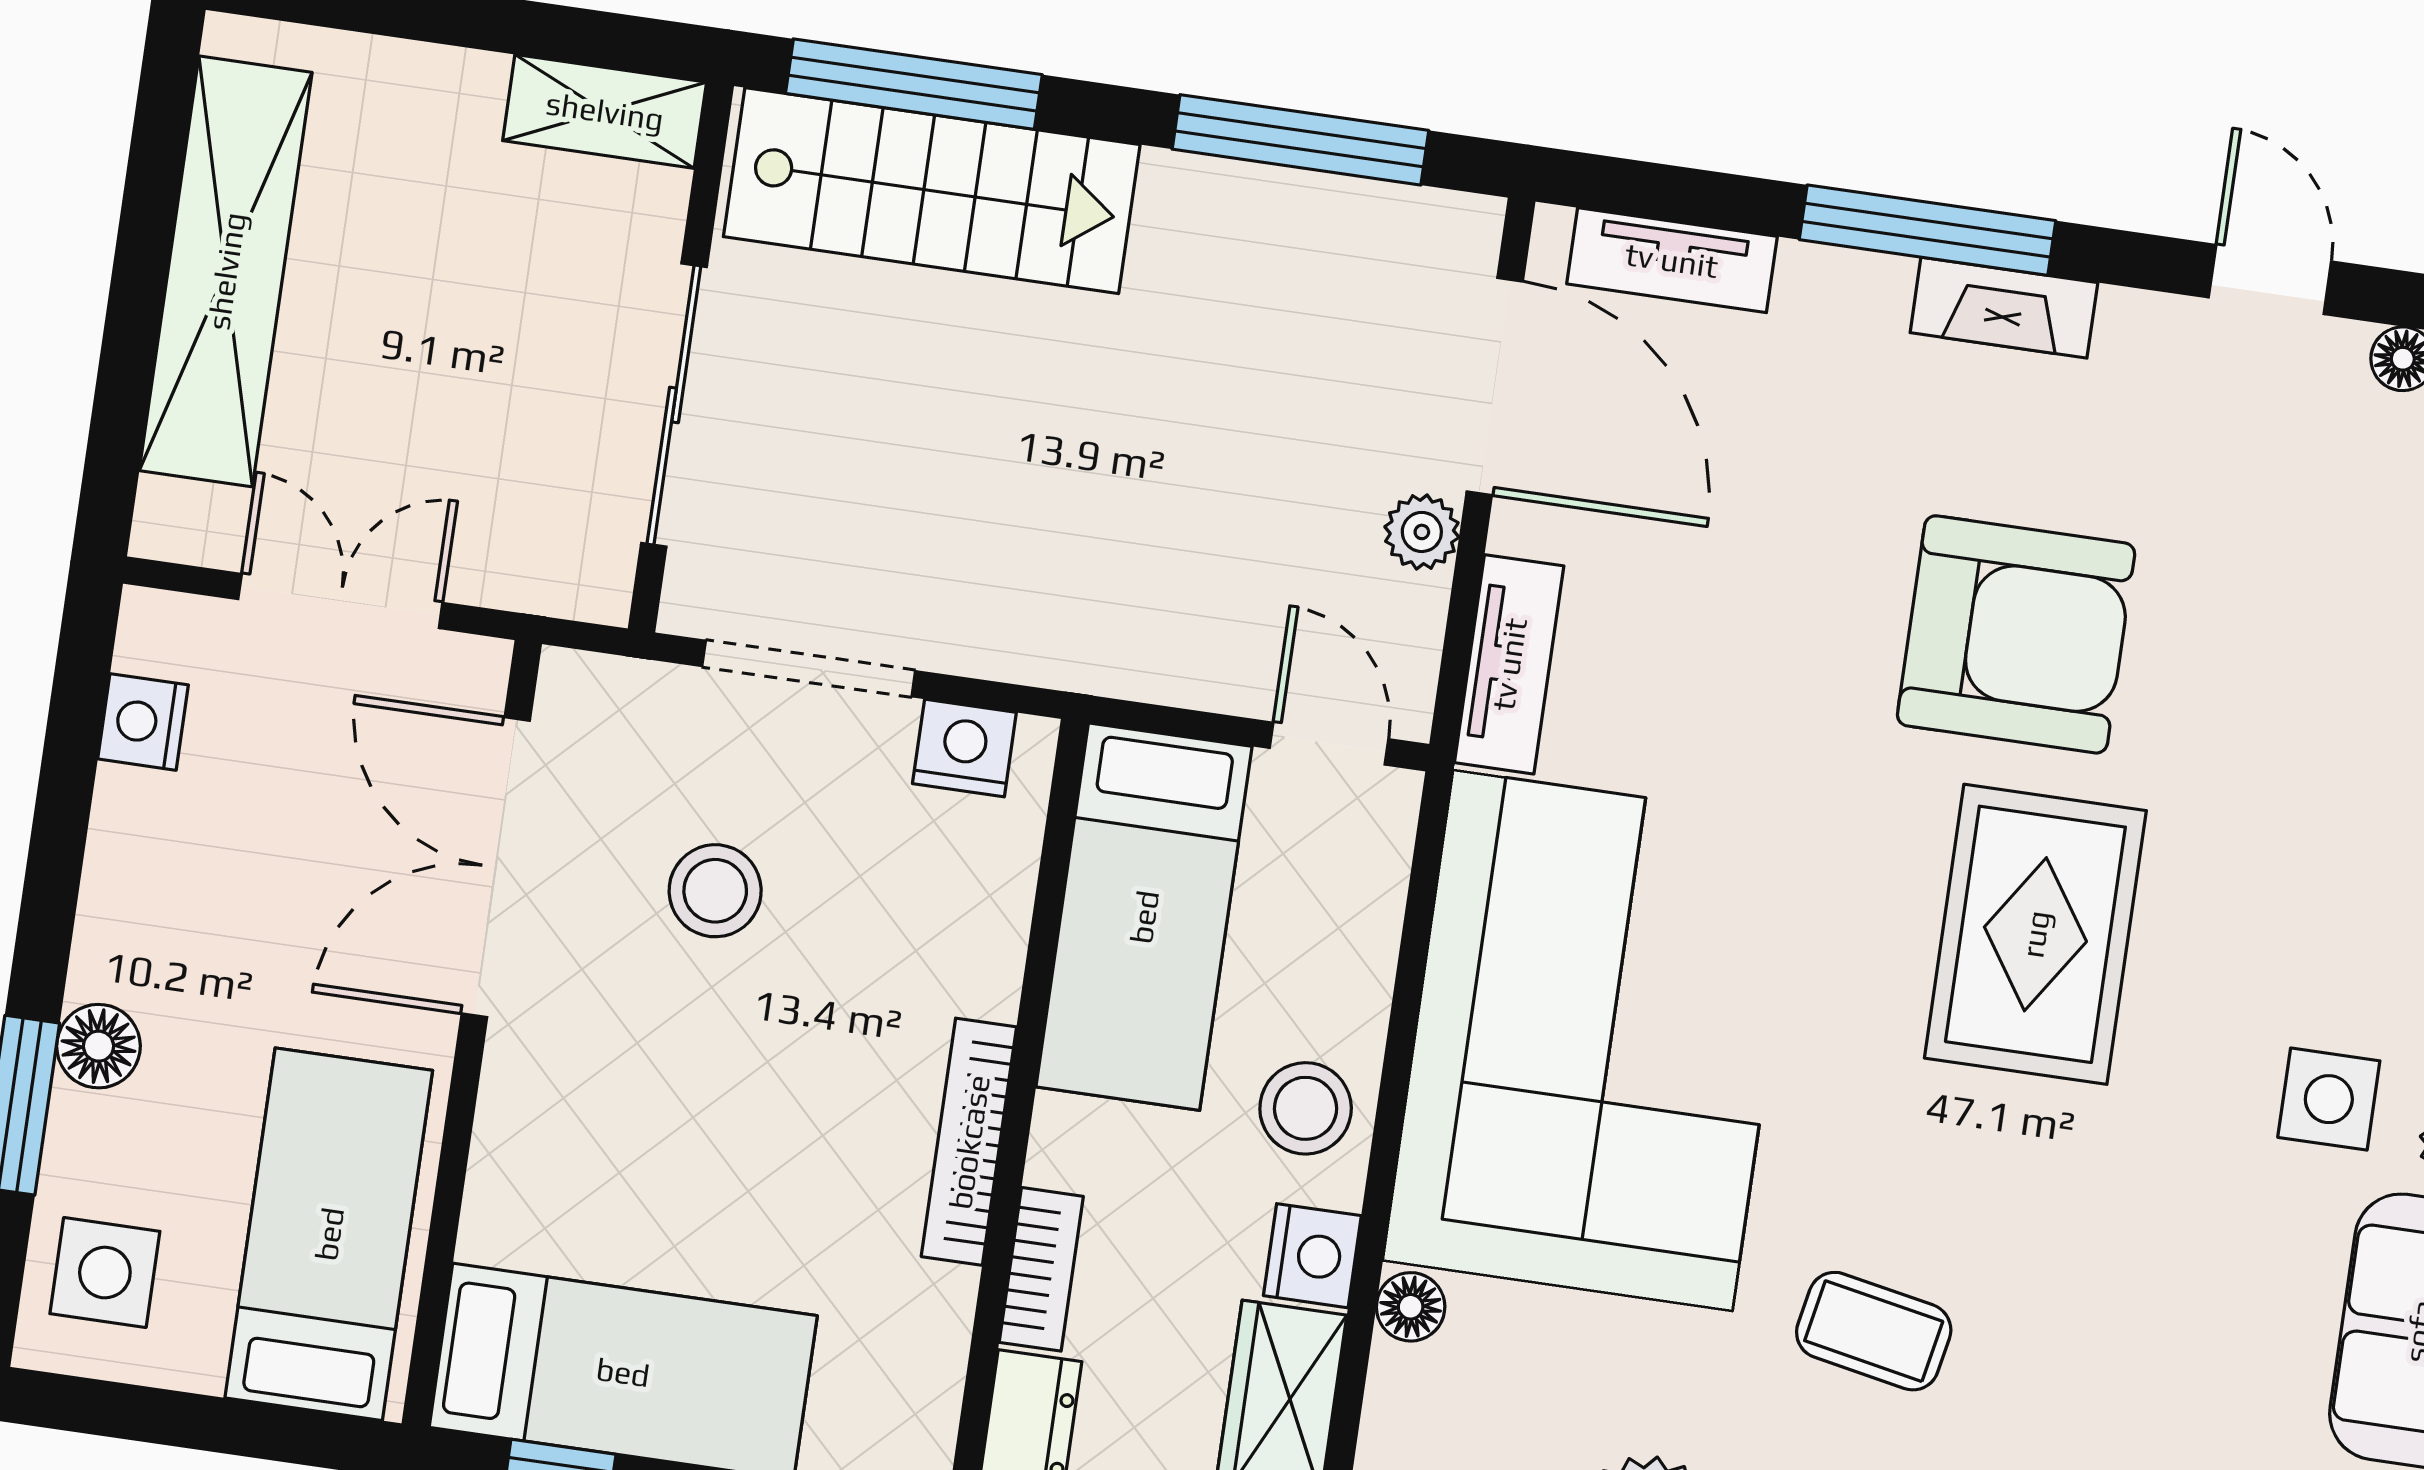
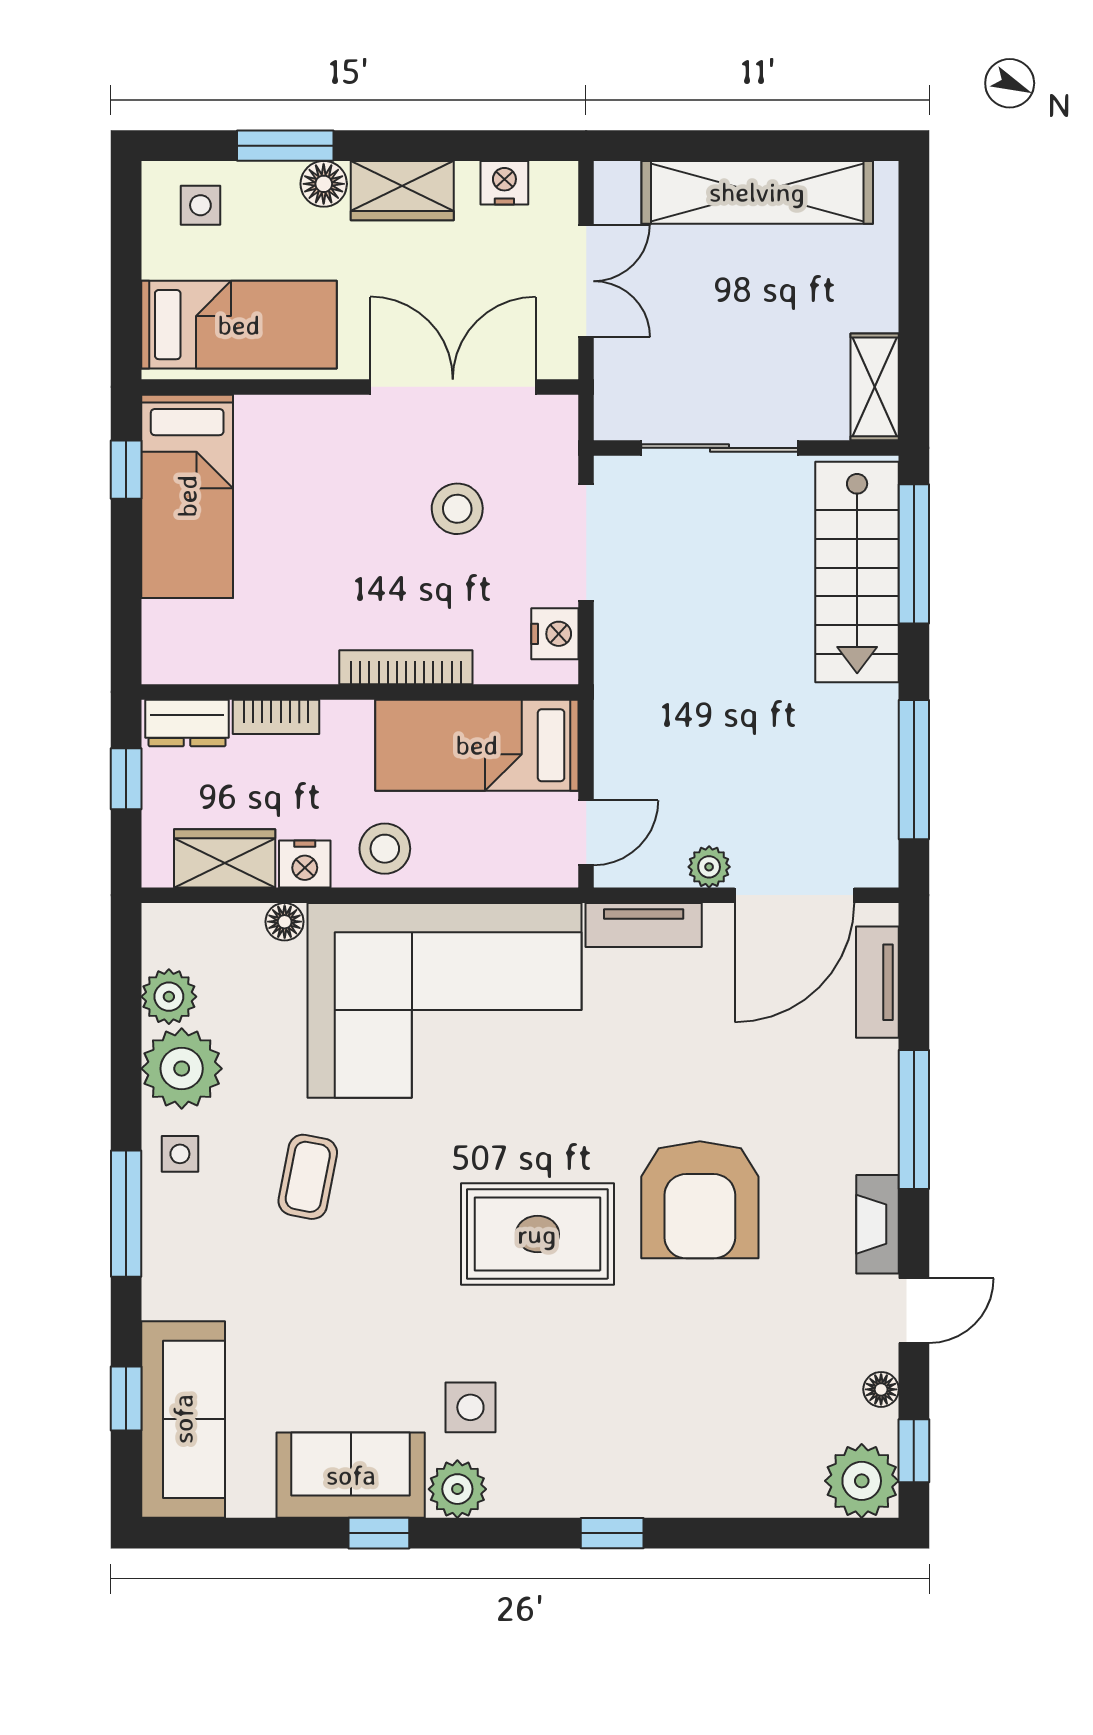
fireplace: (2004, 308) -> (878, 1224), moved
wardrobe: (131, 907) -> (402, 191), added
bookcase: (969, 1142) -> (406, 667), moved
side table: (105, 1273) -> (200, 205), width x0.73, depth x0.73

